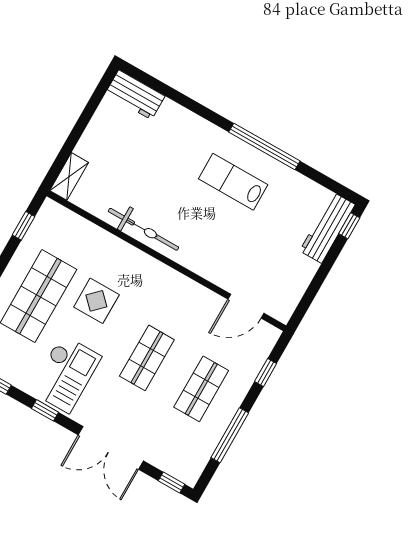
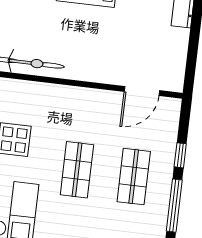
window: (266, 372) -> (180, 155), moved

